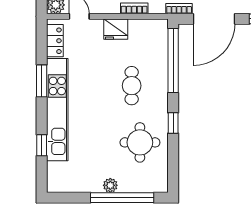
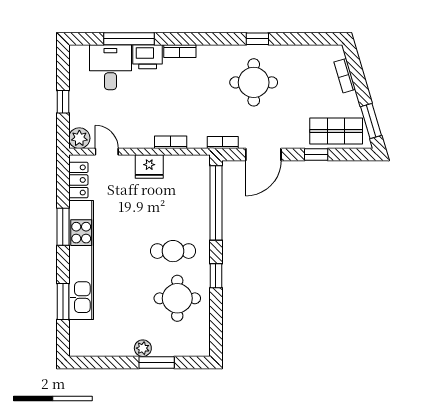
door: (214, 19) -> (263, 155), width x0.73
cafe table: (132, 86) -> (173, 251), moved, turned 90
window: (42, 145) -> (63, 302), width x1.50
window: (122, 198) -> (157, 362), width x0.47

